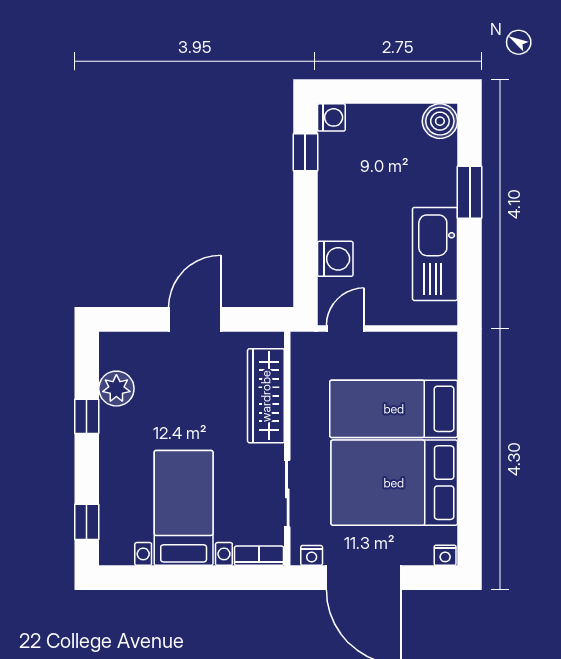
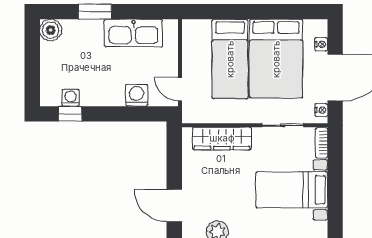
washing machine: (331, 117) -> (71, 98), moved
door: (195, 319) -> (174, 206), moved
nightstand: (445, 555) -> (321, 44), moved

